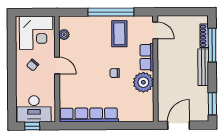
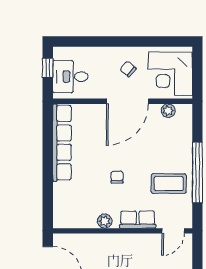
door: (57, 65) -> (127, 101), width x1.87
plant: (143, 82) -> (105, 221), width x0.53, depth x0.53
desk: (34, 109) -> (70, 77), width x0.73

